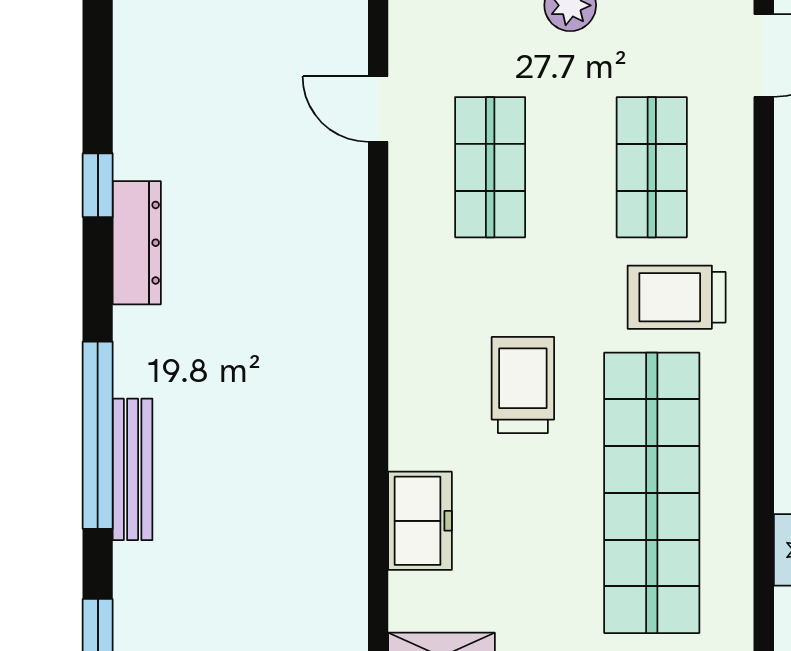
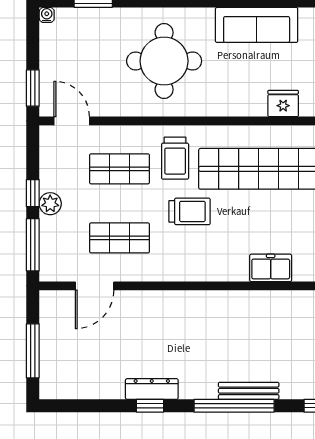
door: (378, 109) -> (95, 286), width x1.38
window: (98, 185) -> (150, 406), moved
trolley: (523, 385) -> (190, 211), moved, turned 180

